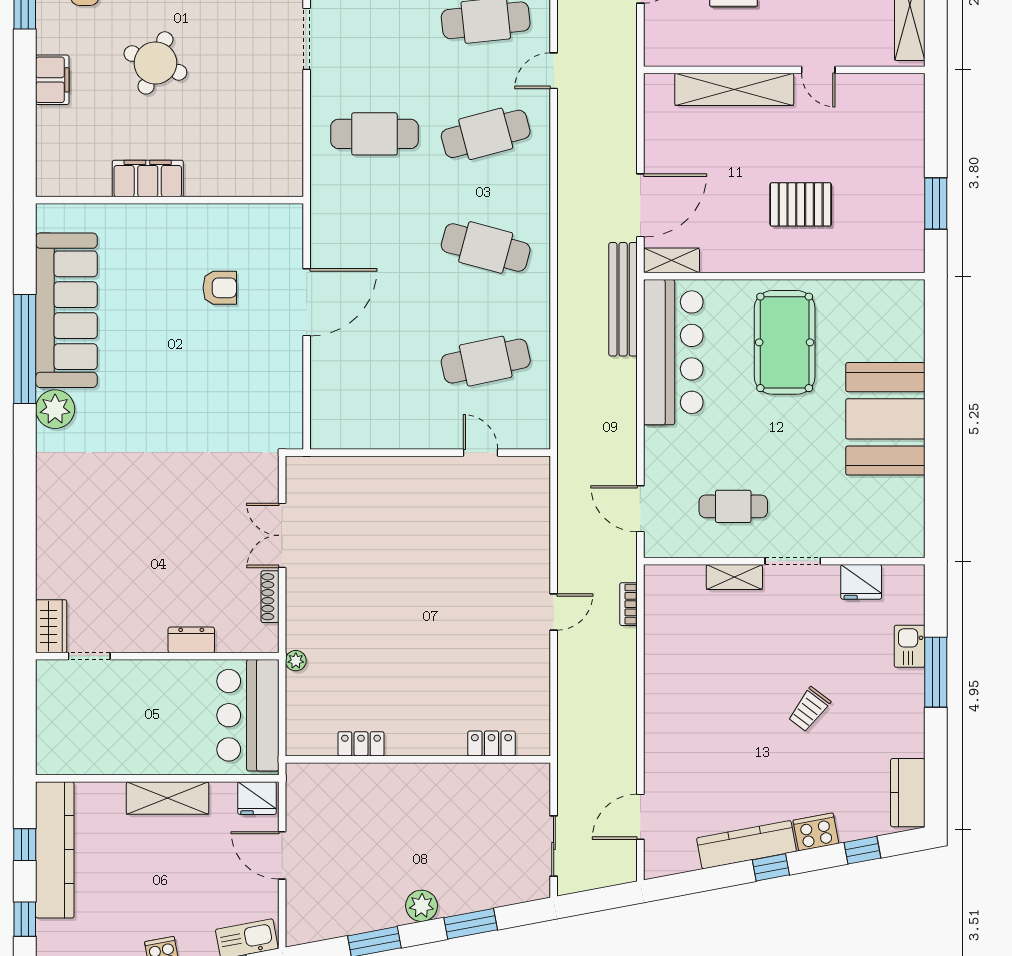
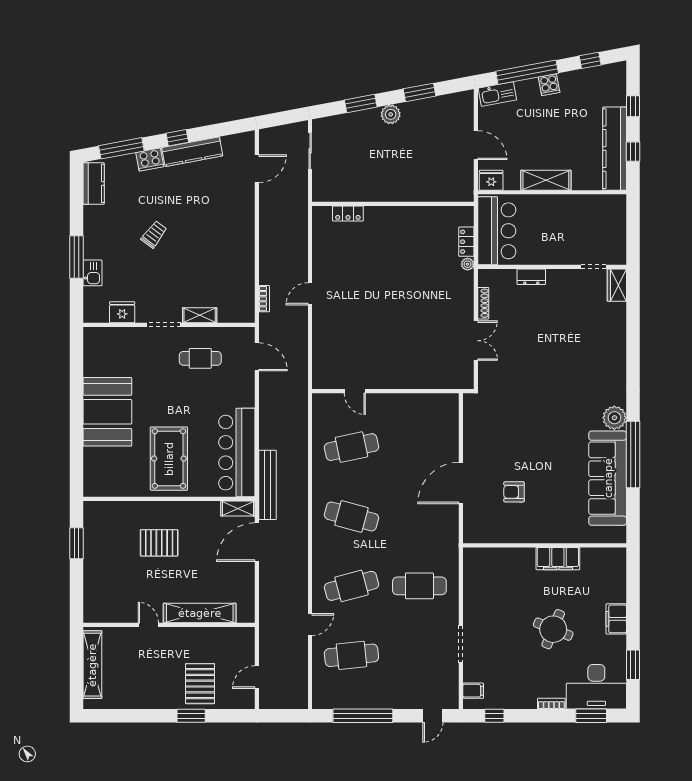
locker: (361, 744) -> (466, 242), moved, turned 90
window: (862, 850) -> (121, 148), width x2.17

